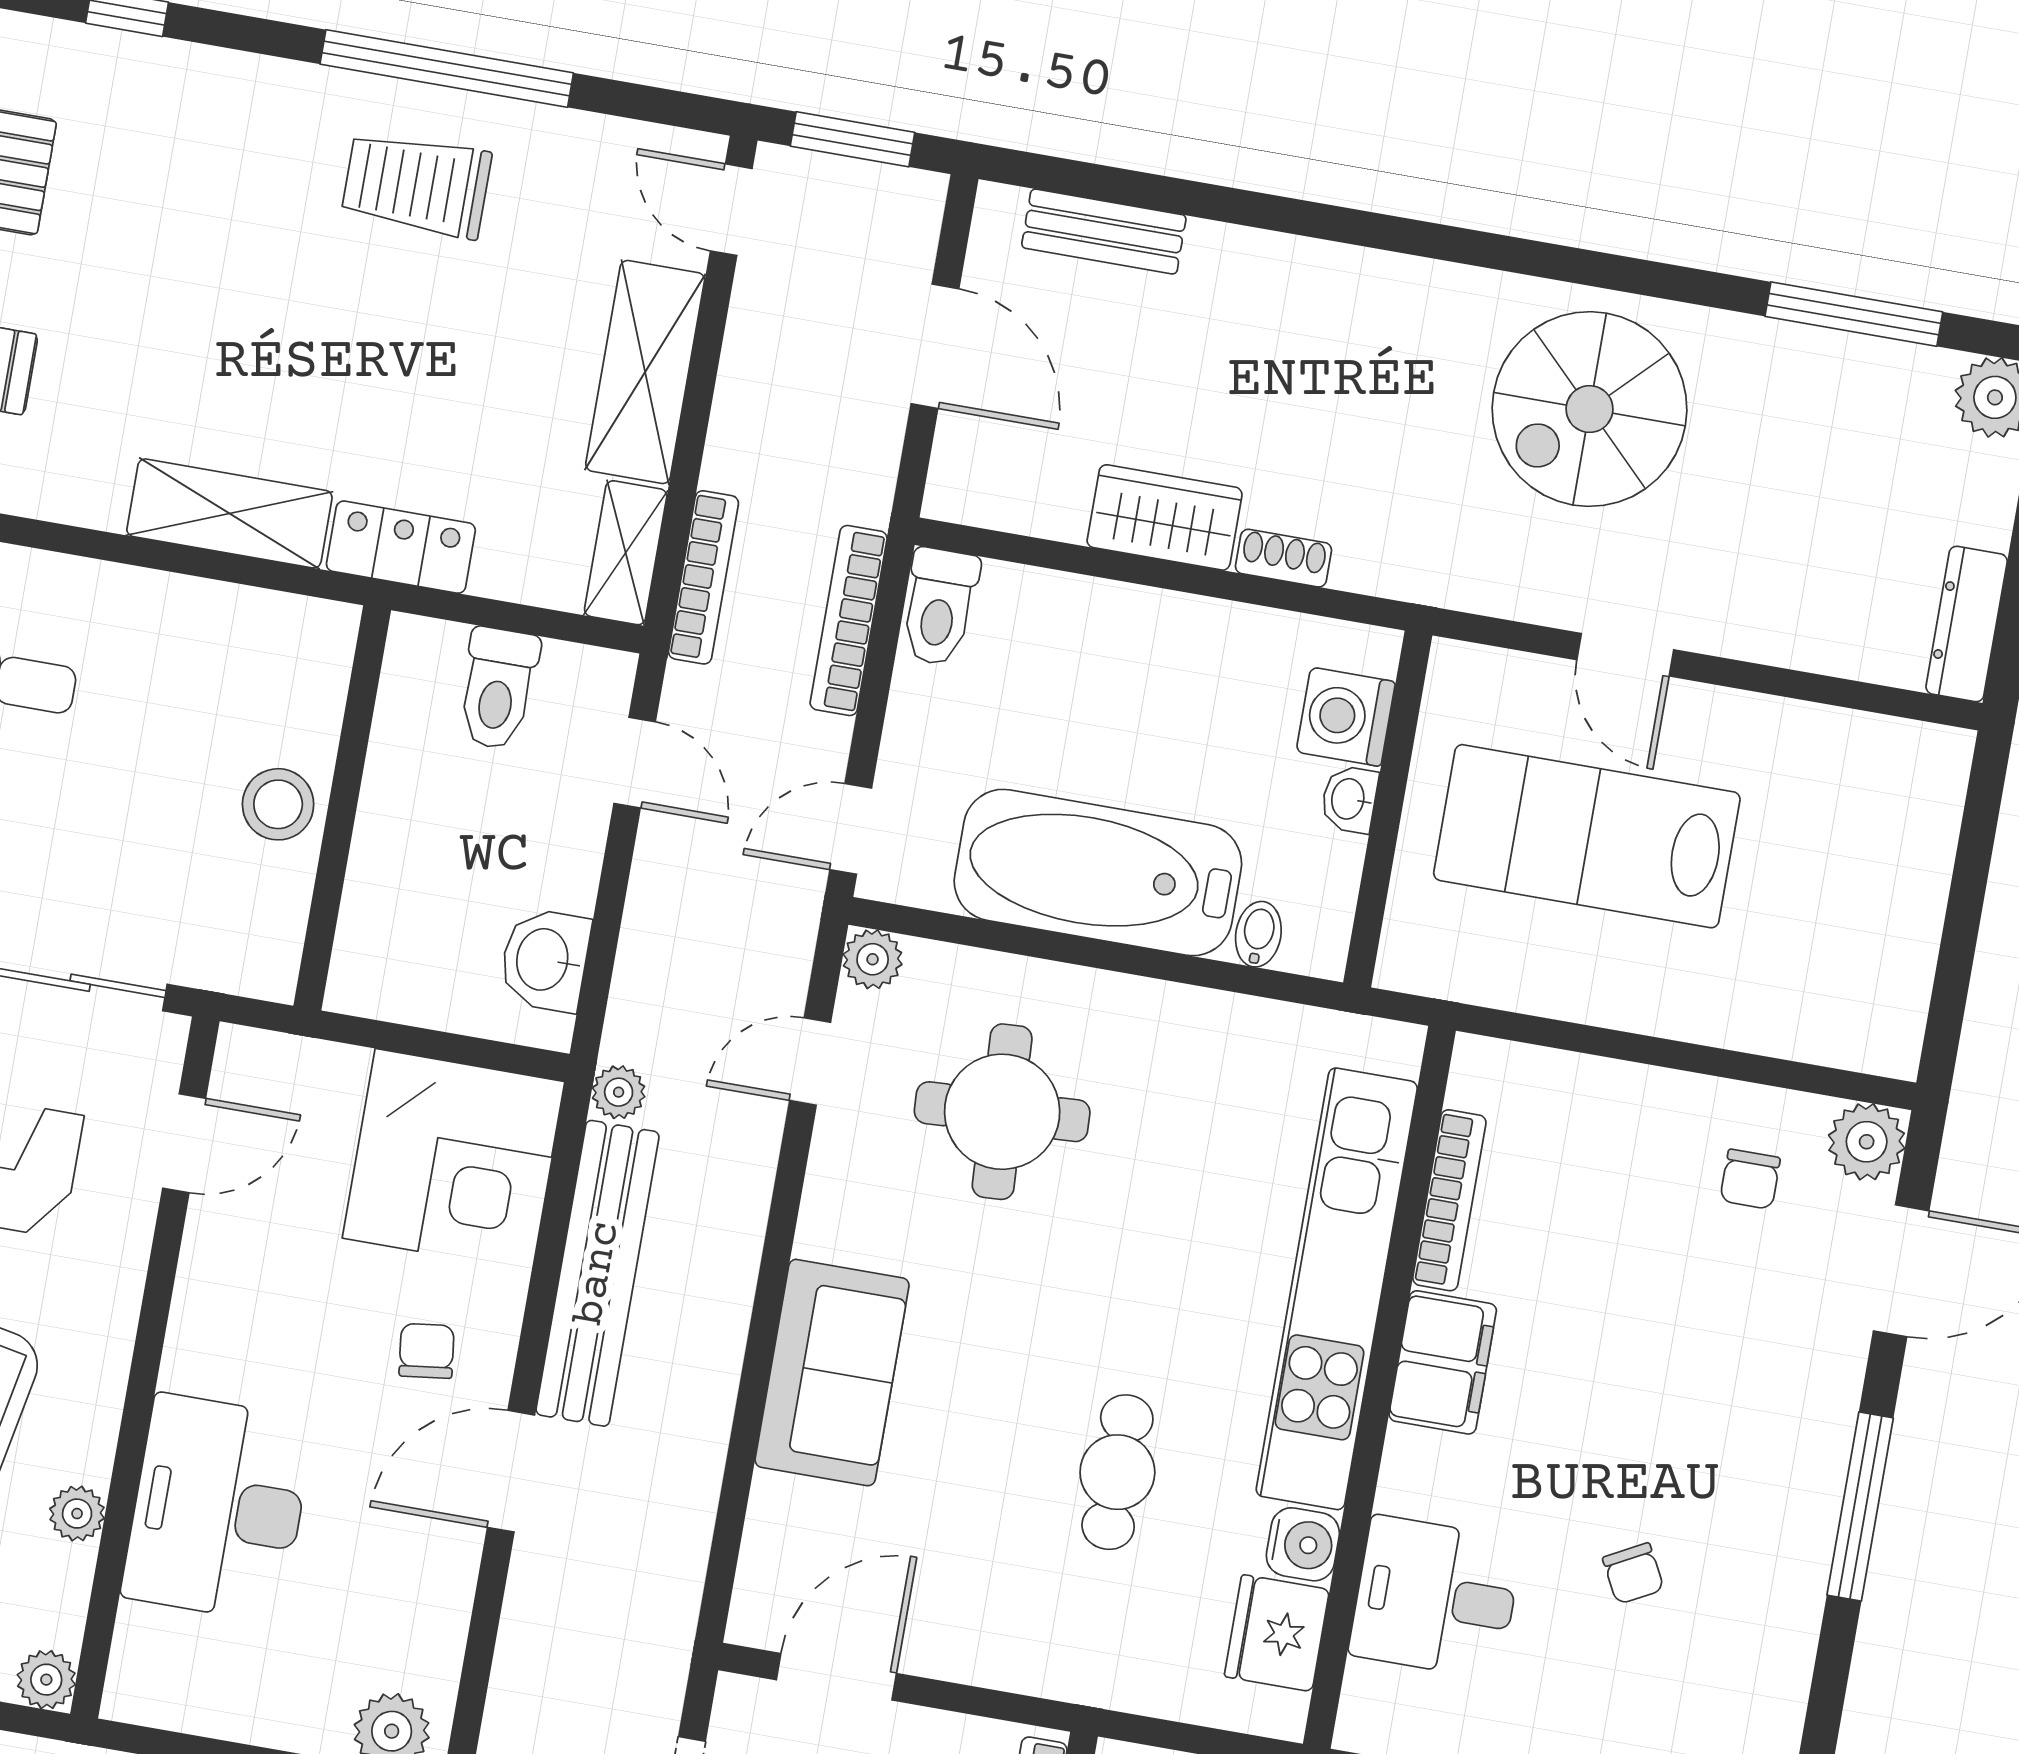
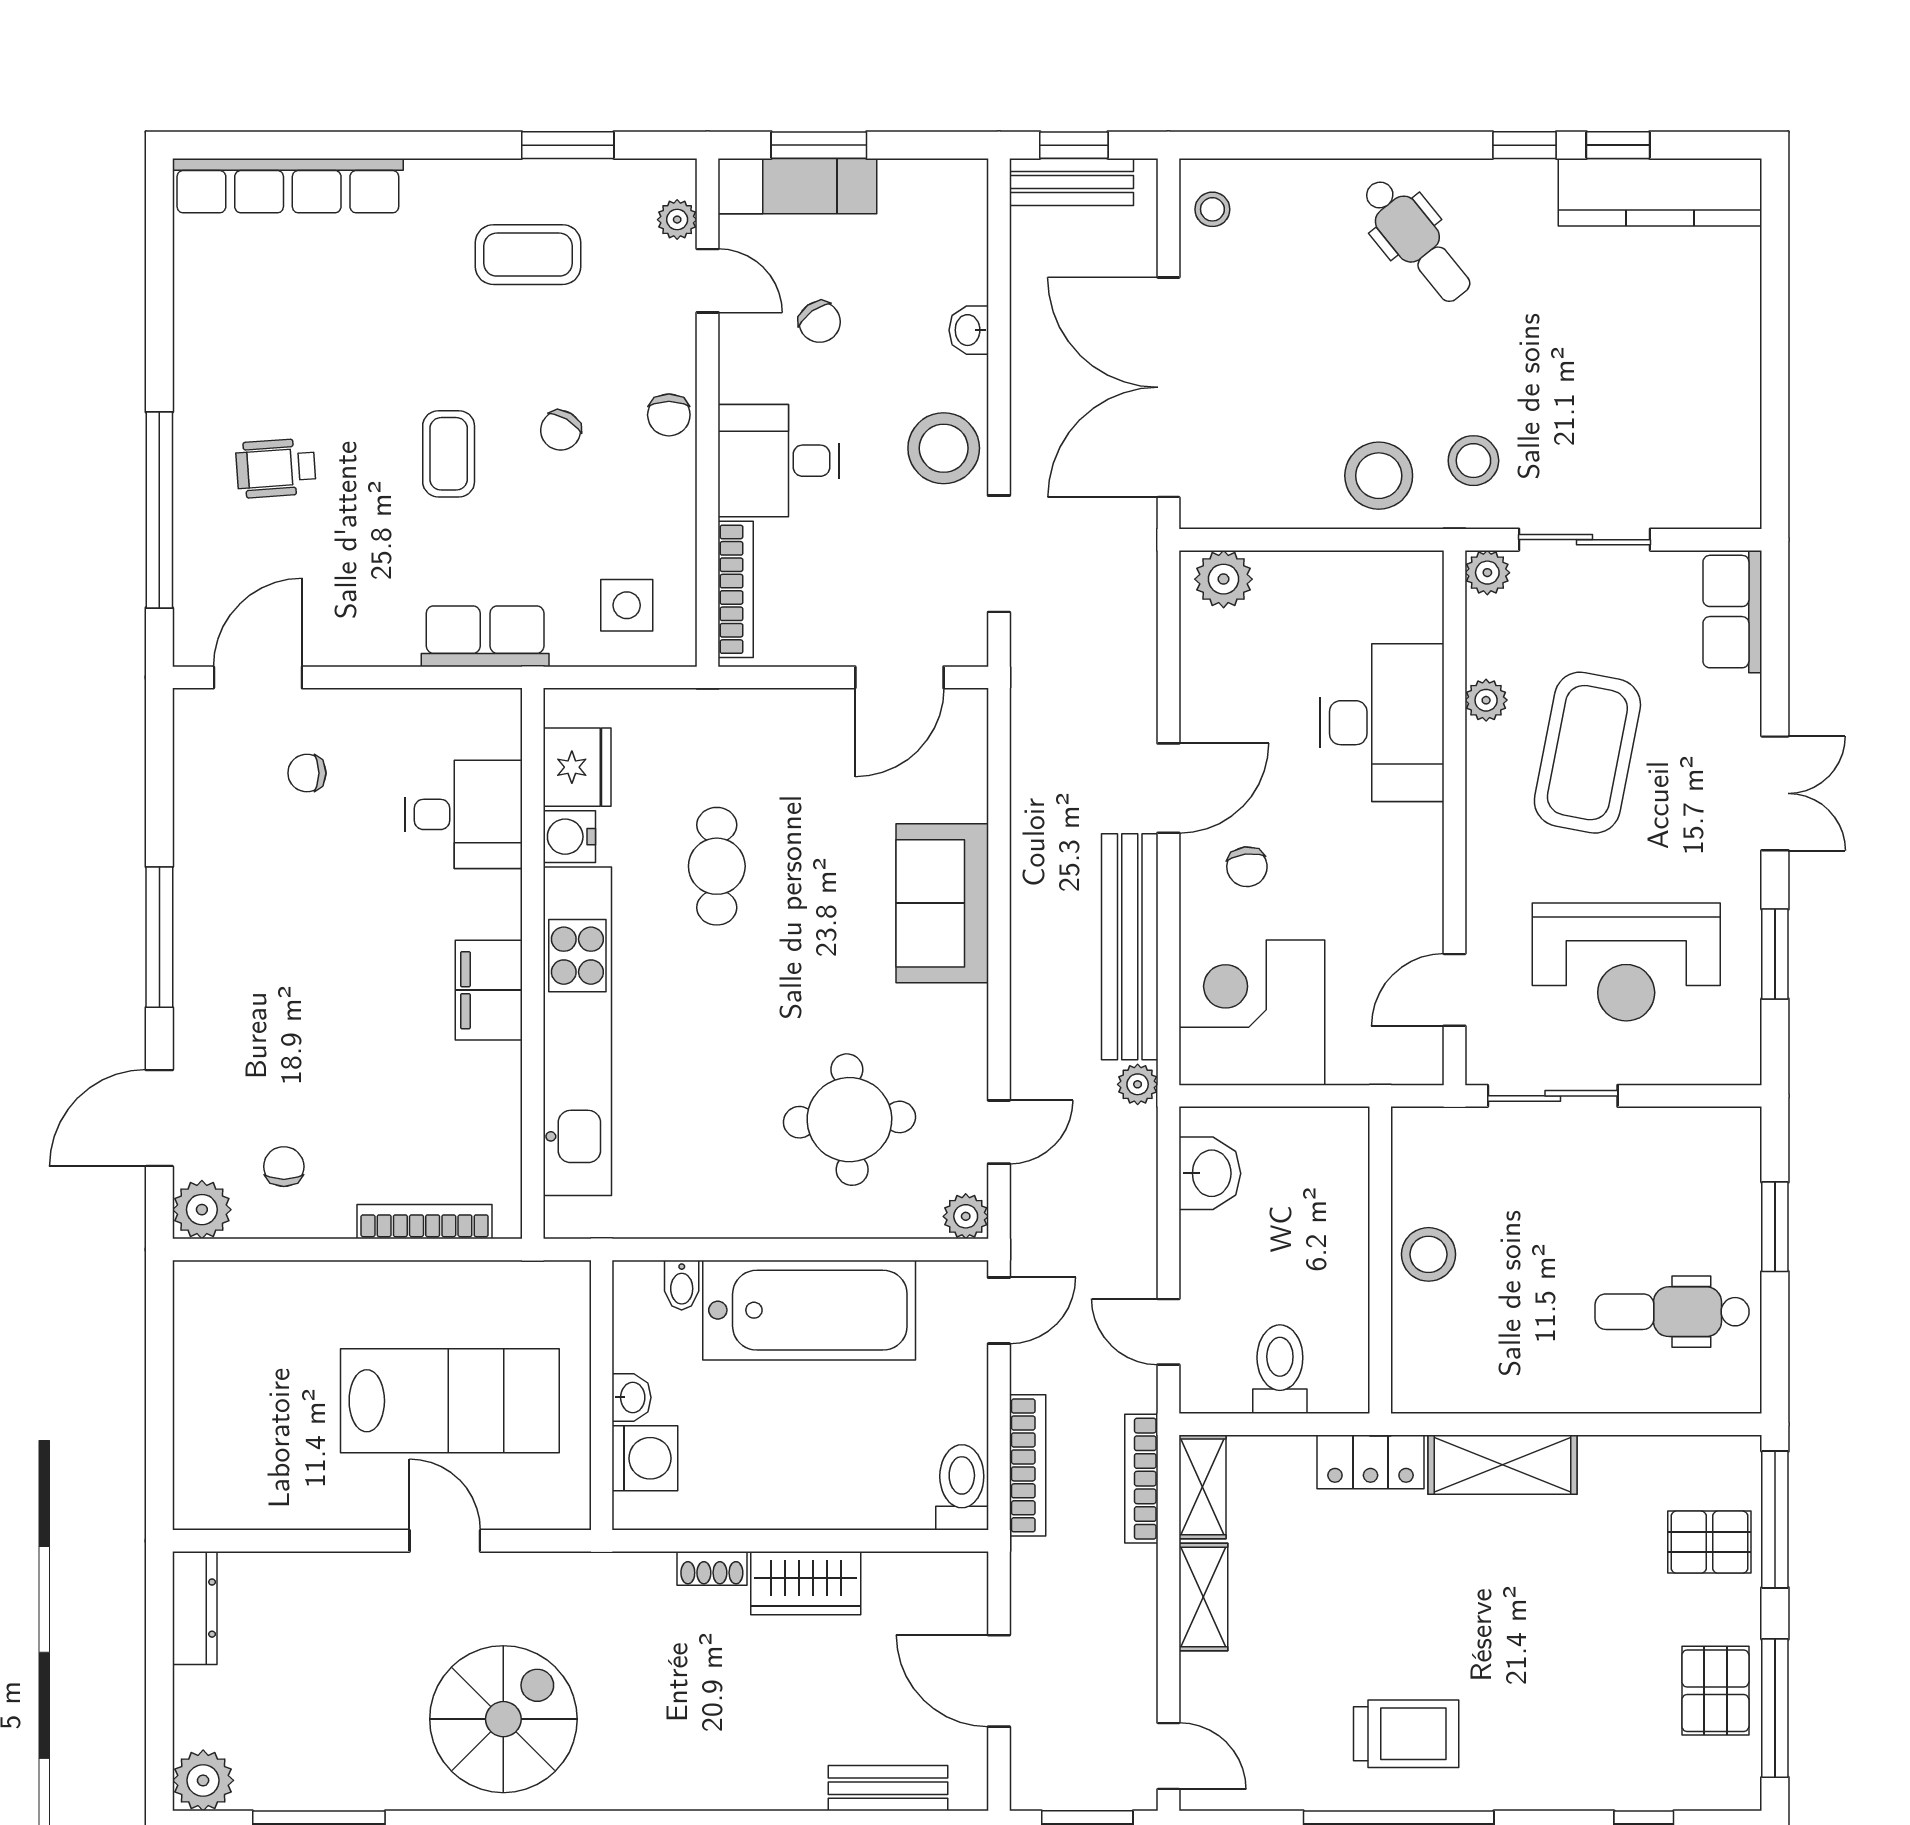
shelving: (645, 372) -> (1203, 1597), width x0.67, depth x0.75
bookcase: (1449, 1200) -> (425, 1222), moved, turned 90
chair: (1633, 1573) -> (307, 773), moved, turned -62

